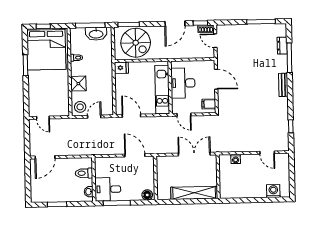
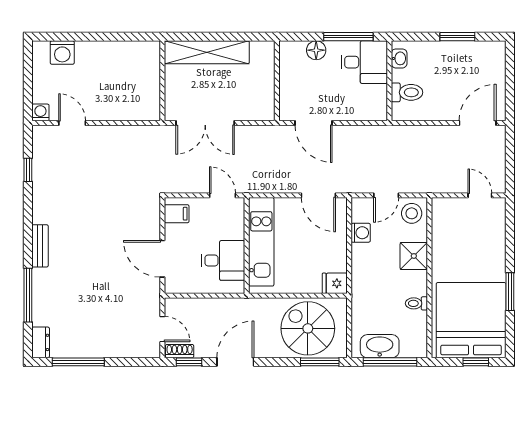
dresser: (282, 46) -> (41, 342), moved
desk: (183, 83) -> (223, 260), width x0.73
washing machine: (108, 96) -> (361, 233), added
washing machine: (236, 159) -> (40, 112), moved
floor lamp: (147, 195) -> (316, 50), moved

